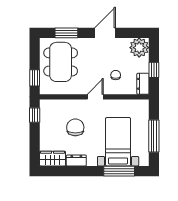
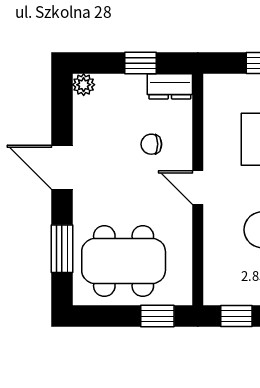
plant: (139, 48) -> (84, 85), width x0.53, depth x0.53

